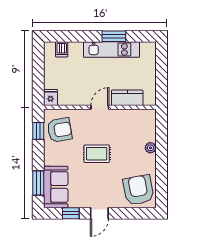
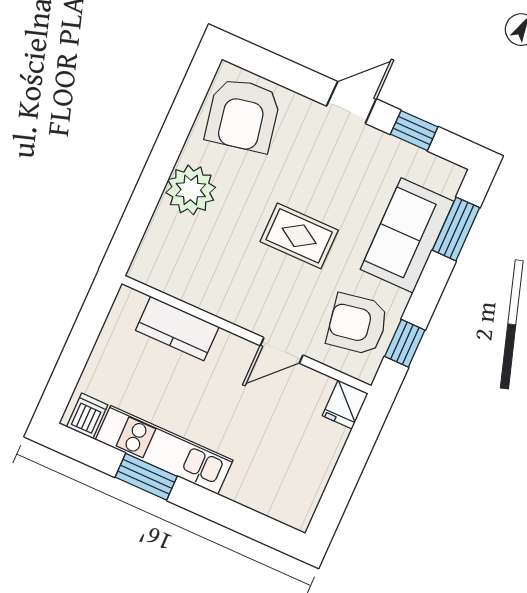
dishwasher: (62, 49) -> (87, 416), moved
door: (100, 107) -> (282, 350), moved
plant: (150, 148) -> (191, 190), width x1.88, depth x1.88
sofa: (56, 187) -> (407, 235), moved

